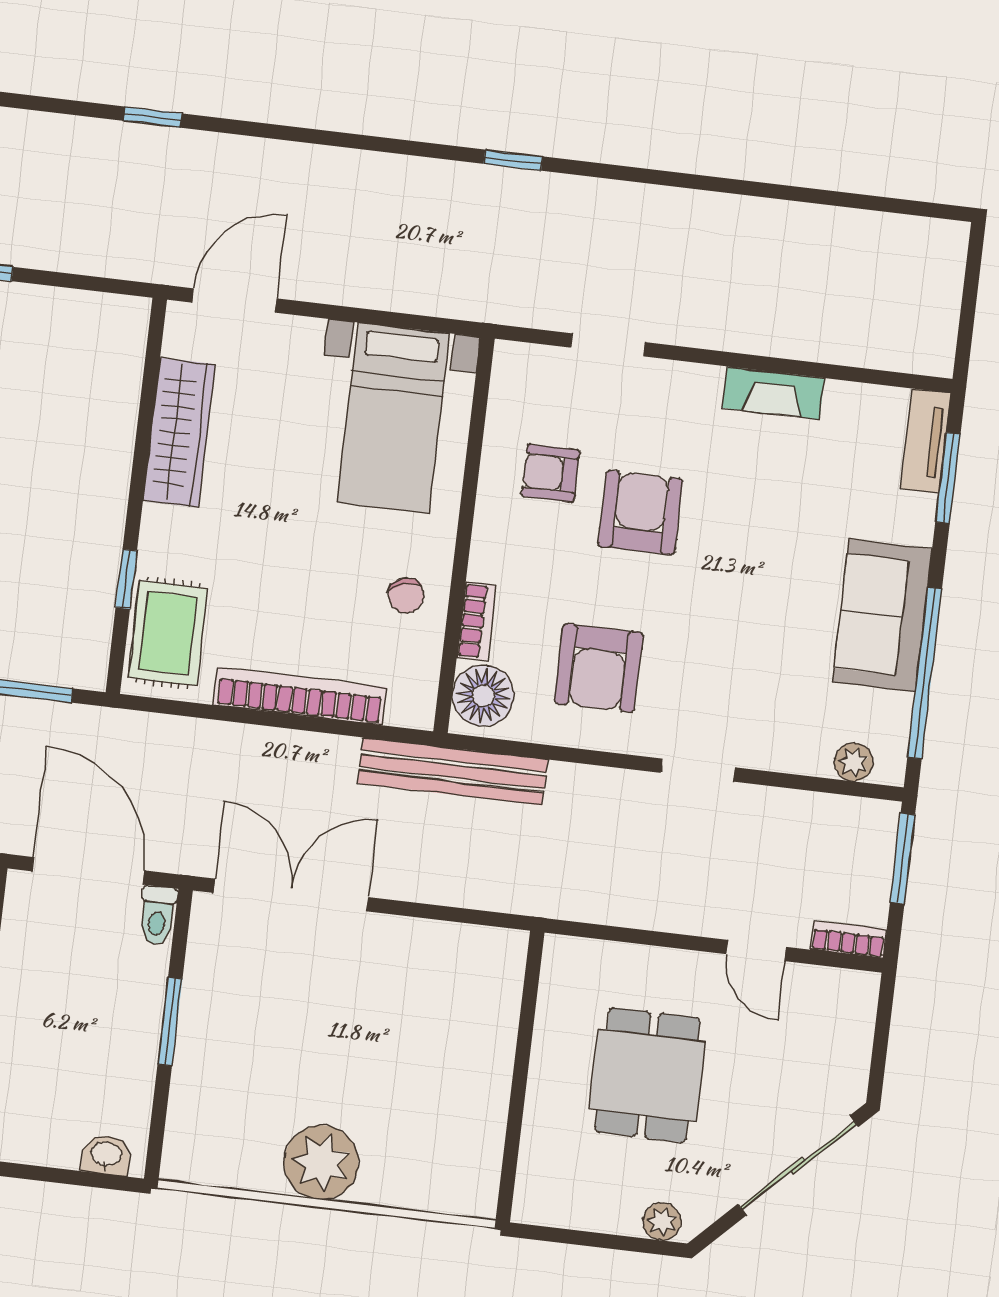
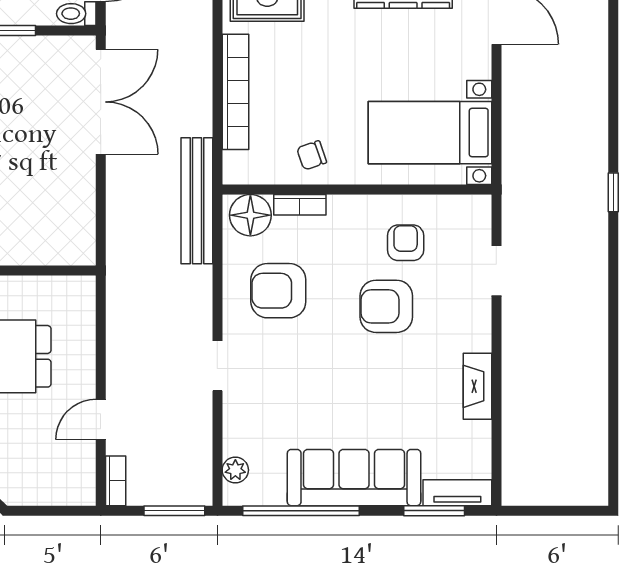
armchair: (640, 513) -> (386, 306), turned 180
sofa: (882, 615) -> (354, 478), width x1.36

